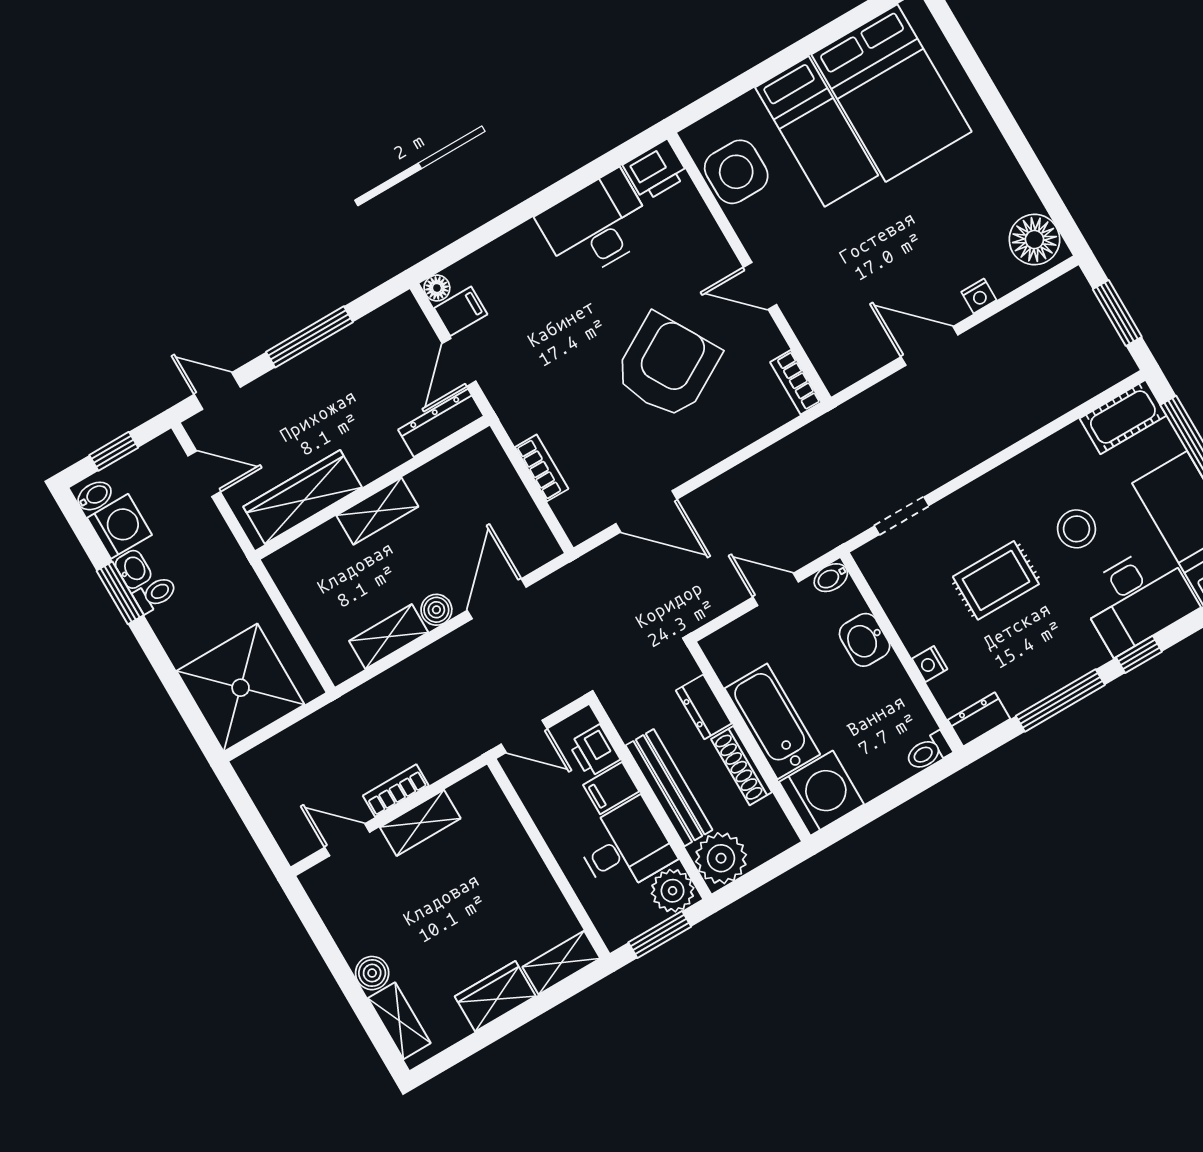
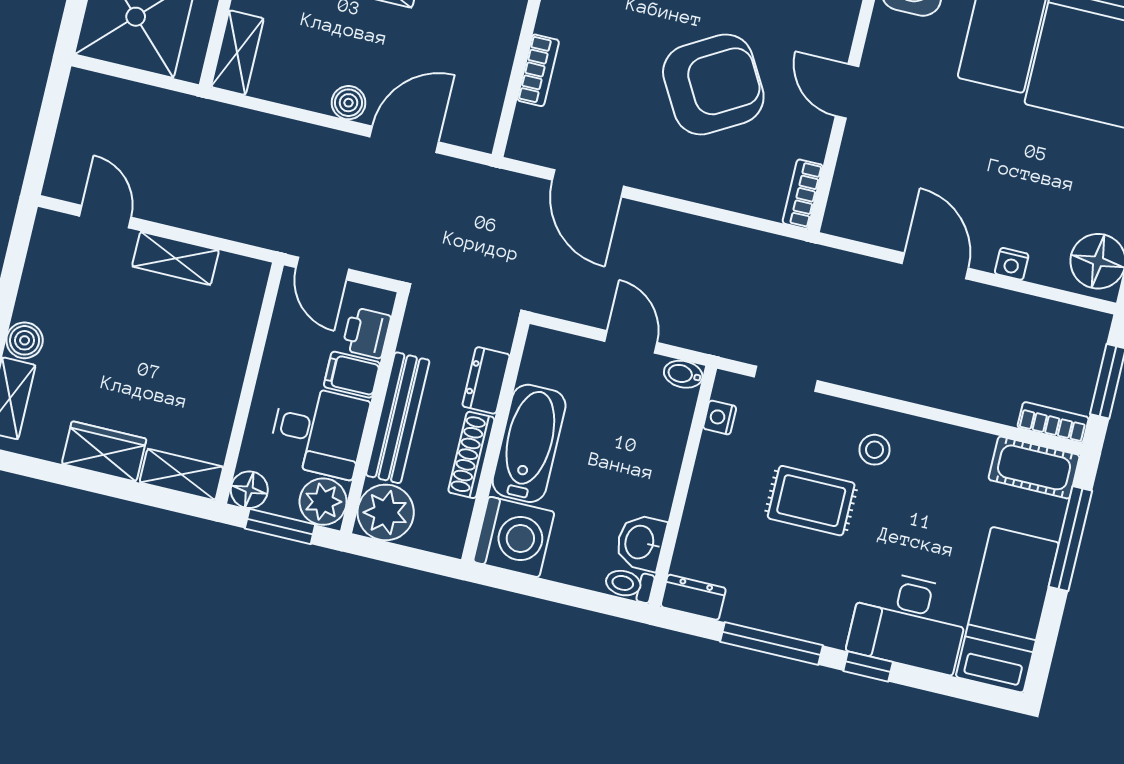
stool: (1076, 529) -> (875, 450), moved, width x0.73, depth x0.73
shelving: (389, 637) -> (237, 53), moved, turned 90
washbasin: (865, 640) -> (641, 542), moved
nightstand: (930, 664) -> (720, 417), moved
bookcase: (396, 791) -> (1053, 422), moved
floor lamp: (616, 930) -> (249, 490), added

